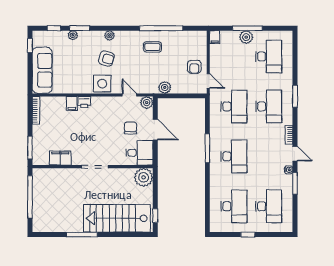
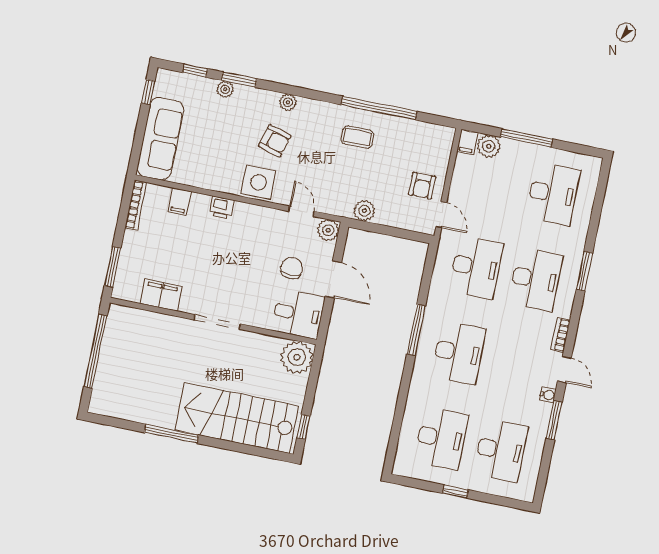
plant: (246, 37) -> (489, 146), moved
filing cabinet: (72, 103) -> (179, 202), moved

